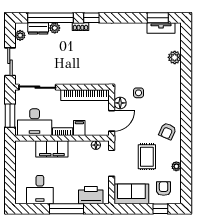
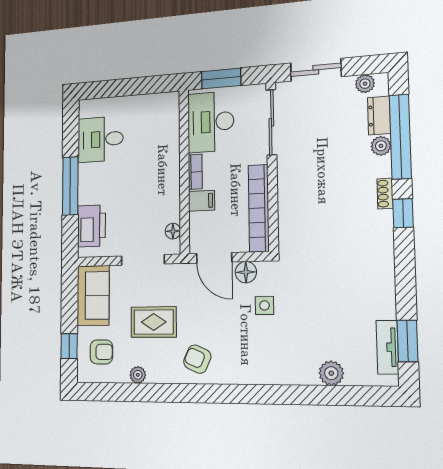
filing cabinet: (52, 149) -> (166, 155), removed

